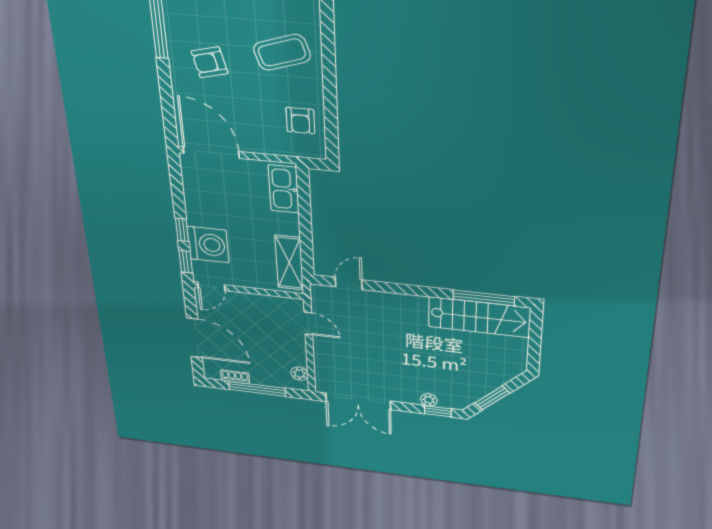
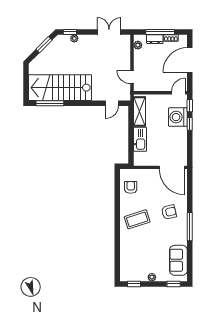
kitchen sink: (284, 189) -> (140, 139), moved
stairs: (479, 317) -> (60, 88), width x1.36, depth x1.51
door: (194, 338) -> (190, 60), hinge flipped
dresser: (266, 379) -> (155, 39), added
double door: (358, 401) -> (109, 32), width x0.73

